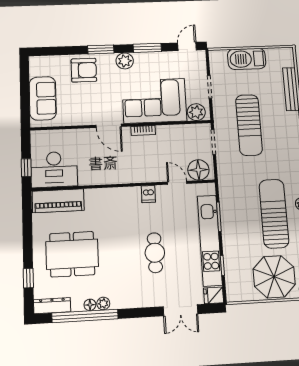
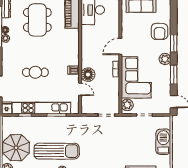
sun lounger: (249, 125) -> (117, 140), removed
floor lamp: (198, 170) -> (88, 75), moved
door: (177, 183) -> (80, 89), hinge flipped

